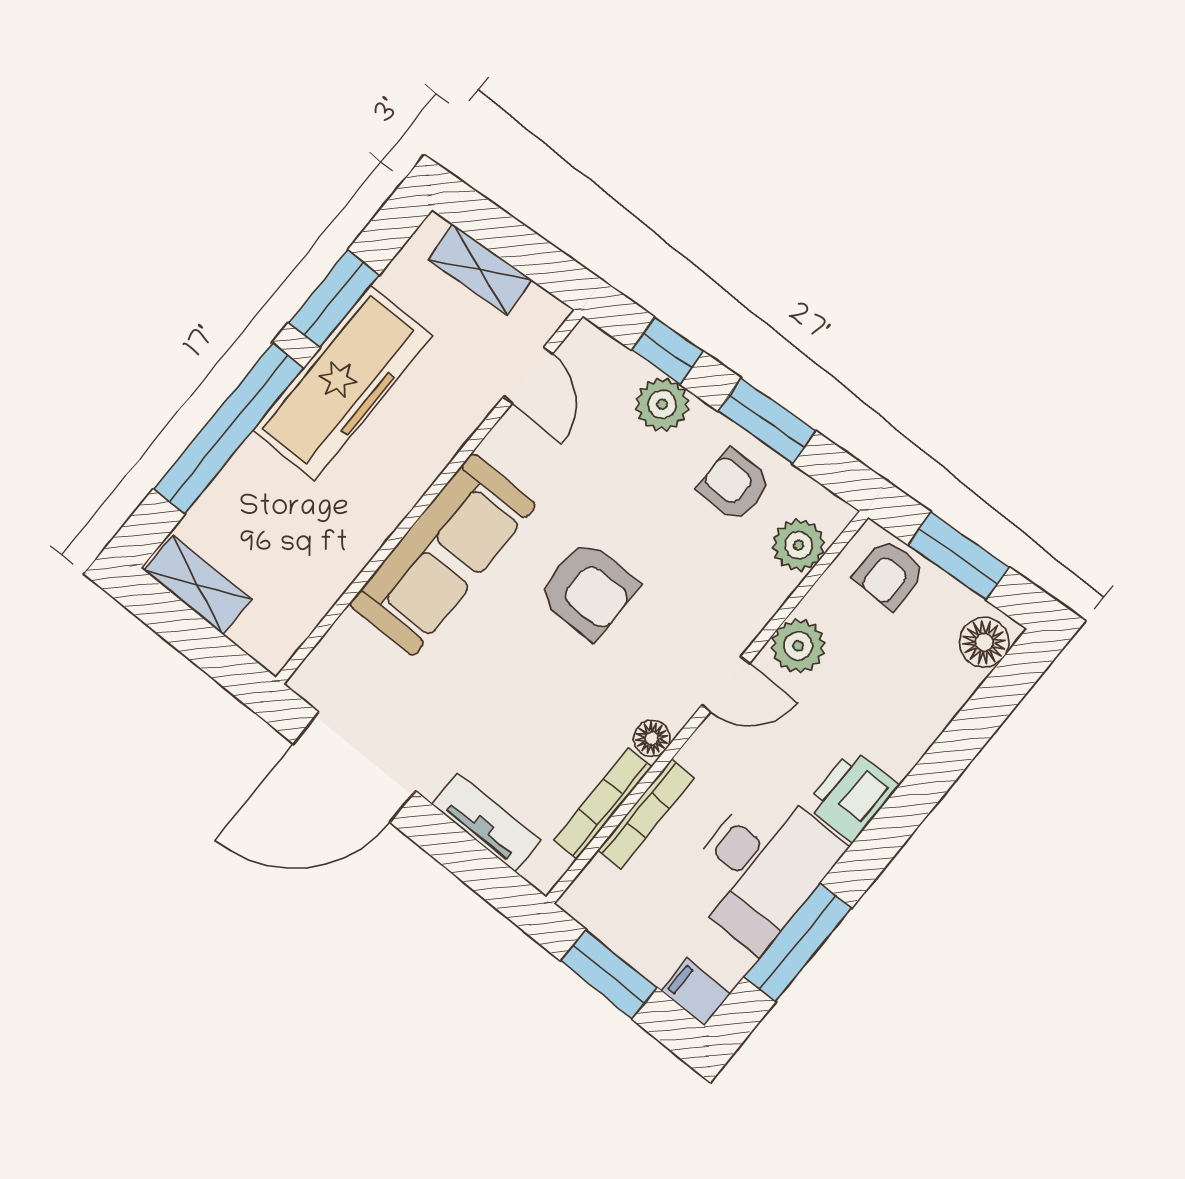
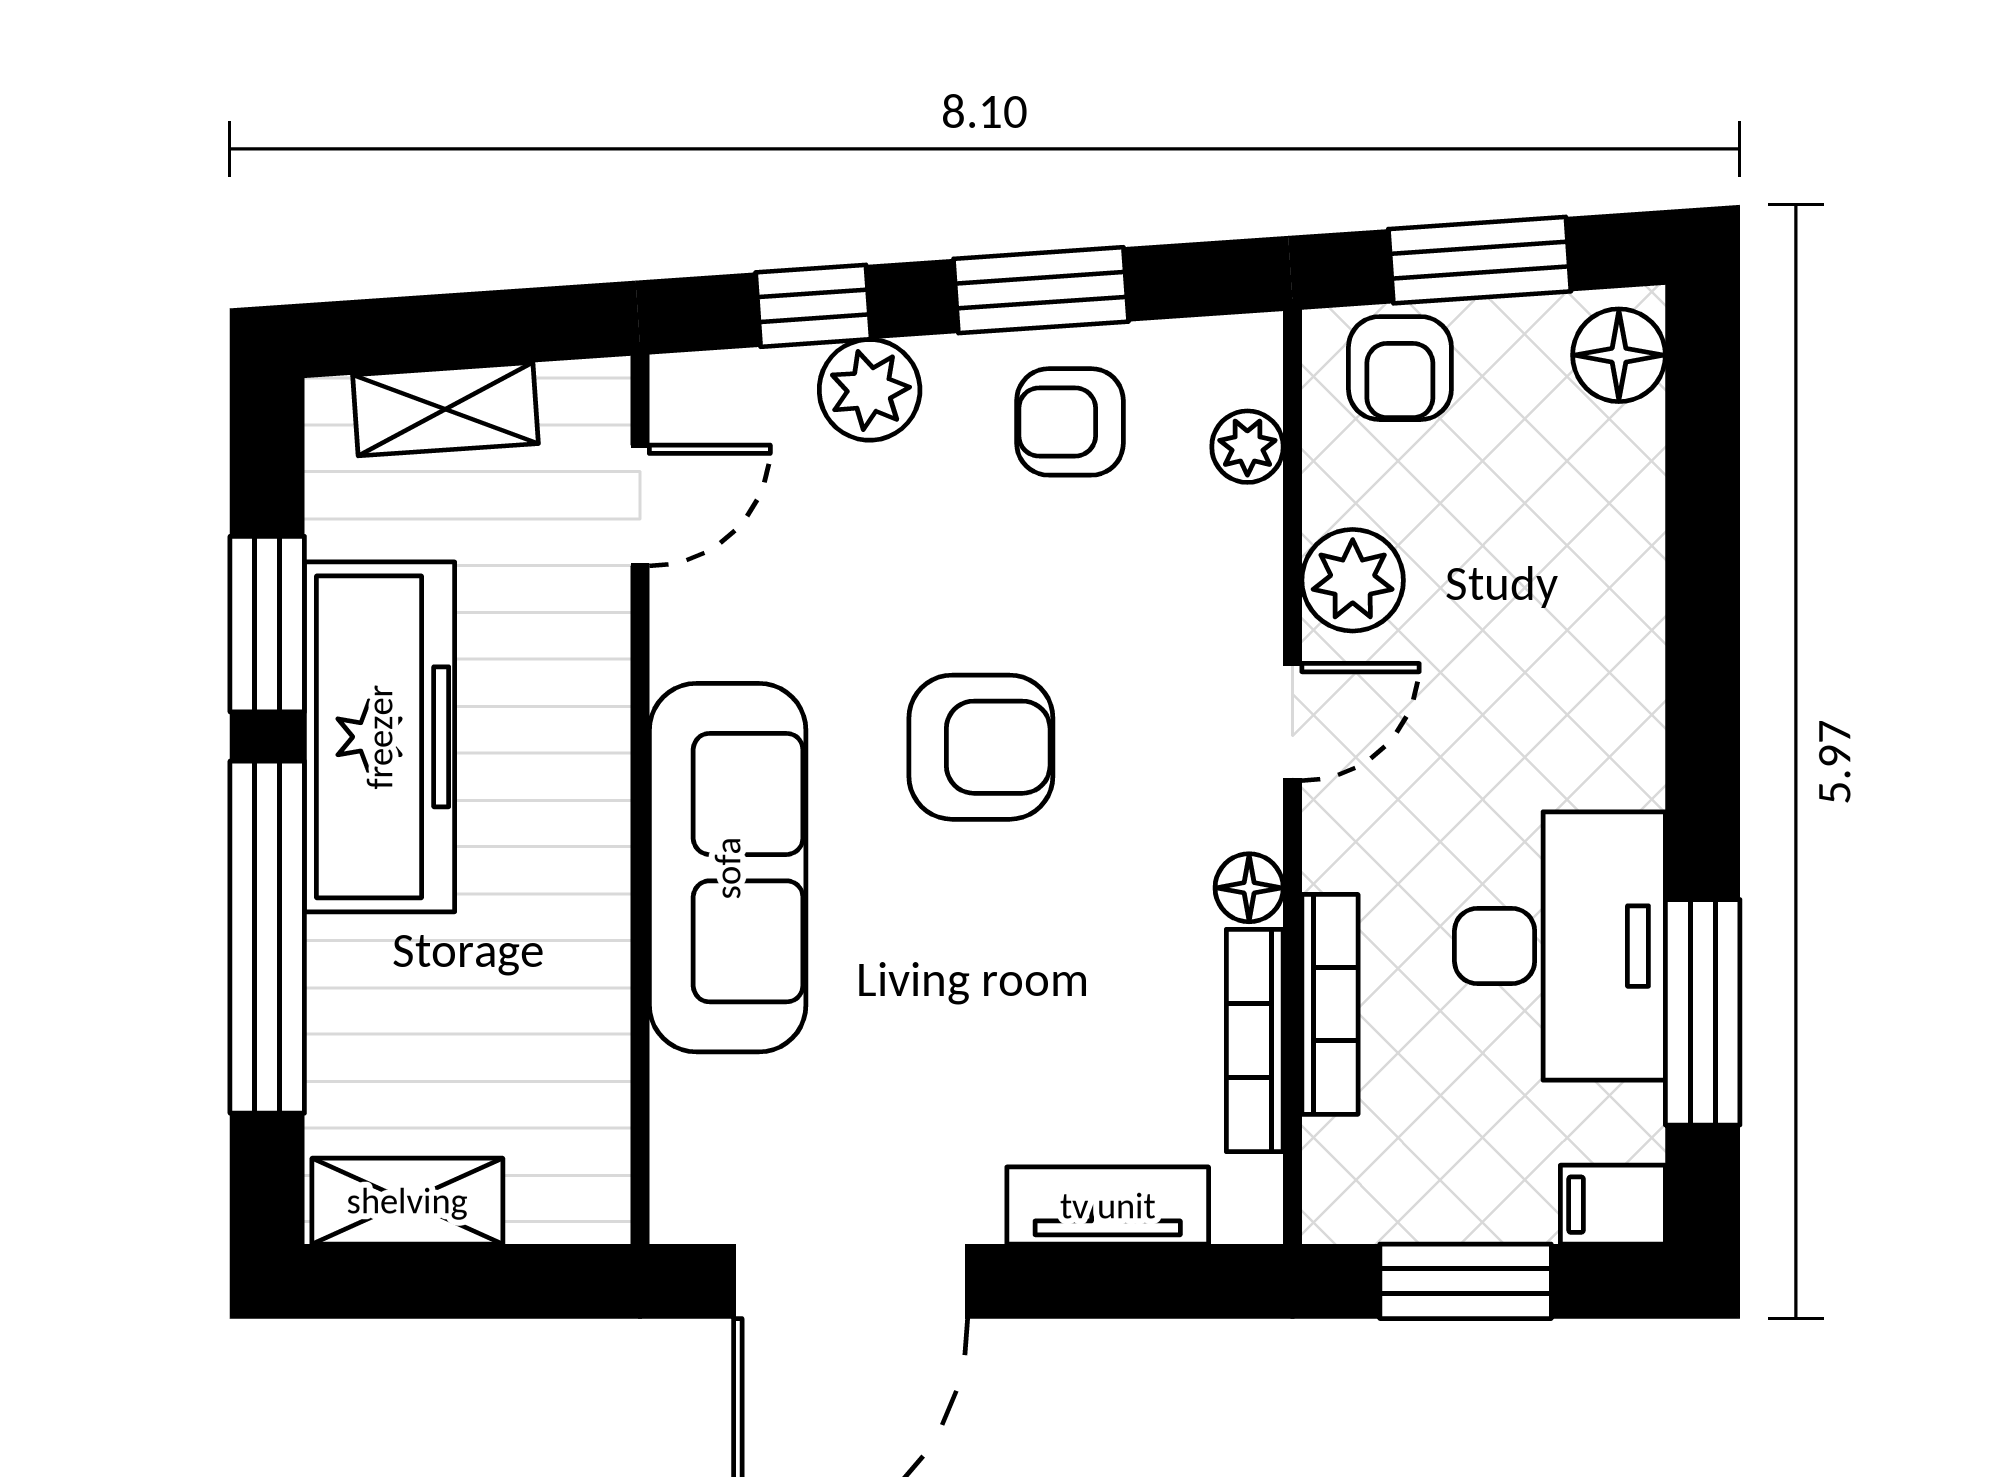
door: (528, 375) -> (640, 506), hinge flipped
plant: (799, 545) -> (1247, 447), width x0.73, depth x0.73
printer: (852, 795) -> (1607, 734), removed

